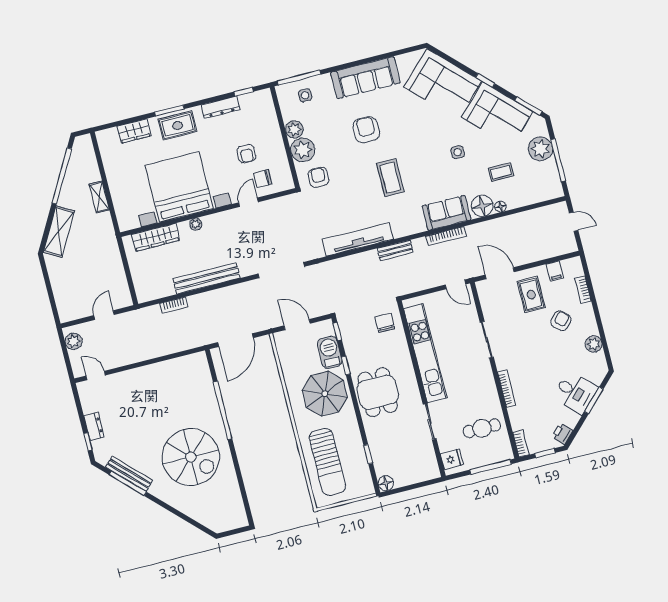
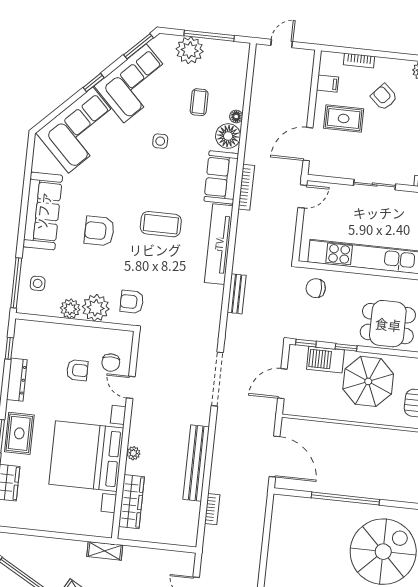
shelving: (99, 197) -> (105, 551), moved
tv unit: (358, 239) -> (219, 244), moved
bench: (395, 250) -> (237, 294), moved

